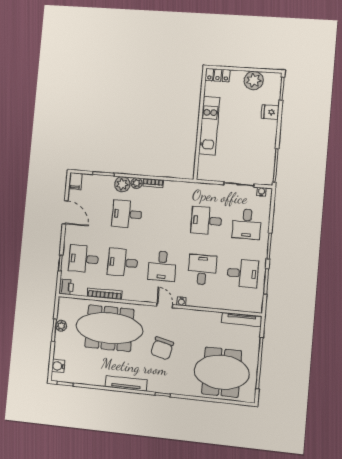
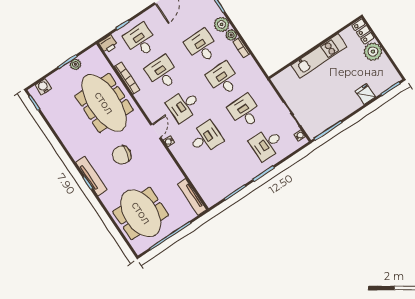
plant: (254, 80) -> (373, 52), moved
desk: (243, 273) -> (223, 79), moved, turned 180
tv unit: (126, 383) -> (91, 176), moved

